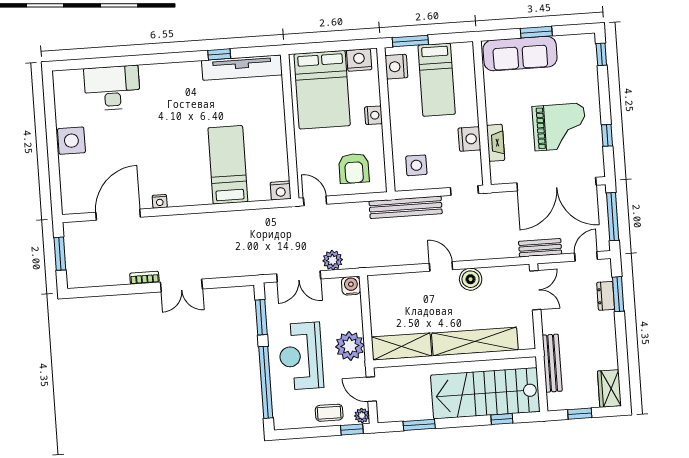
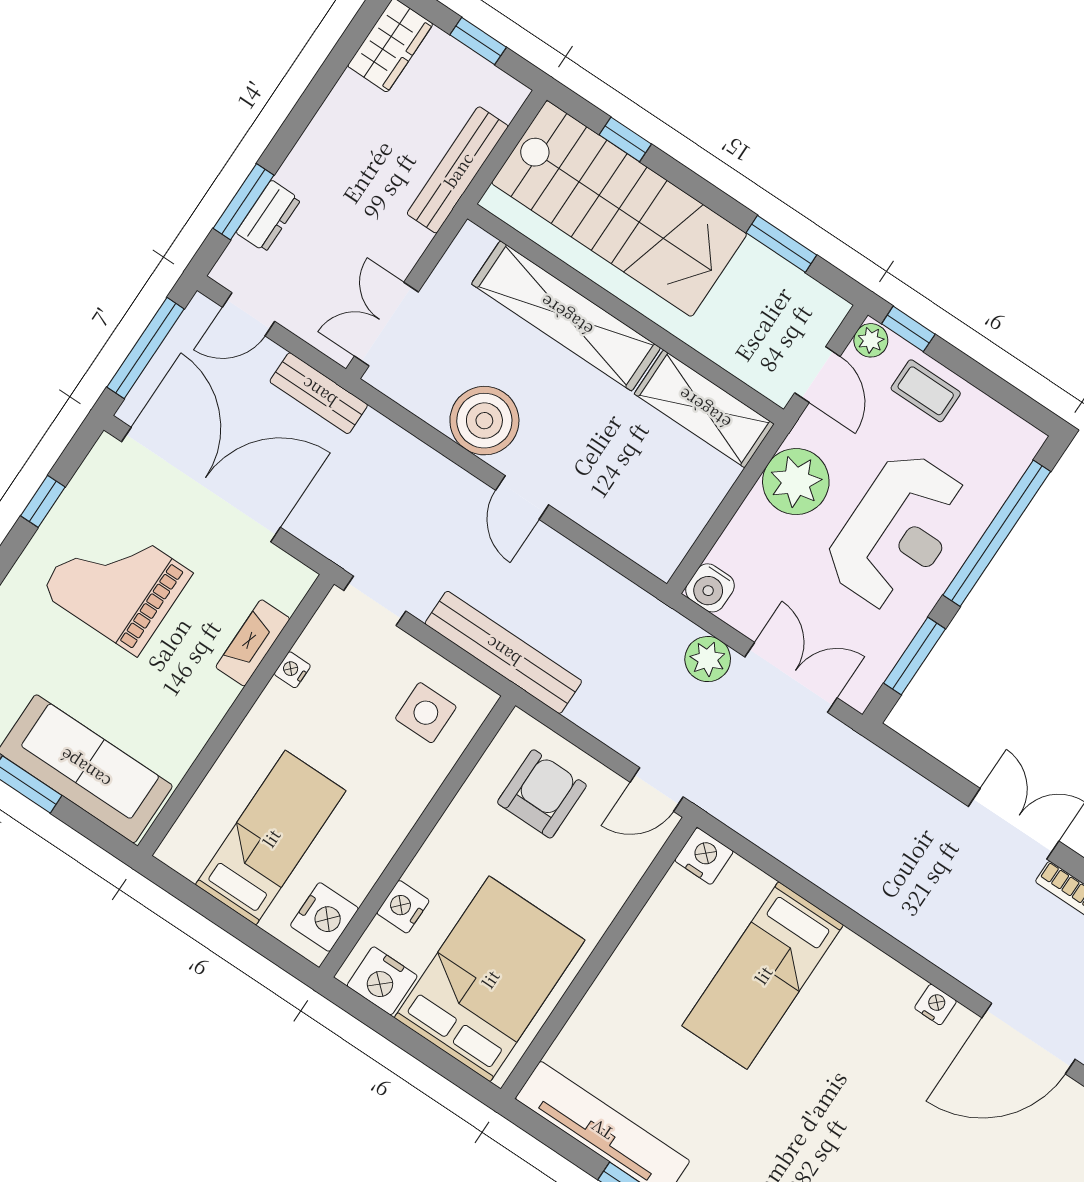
window: (410, 41) -> (264, 944), removed
nightstand: (373, 115) -> (403, 907), moved
nightstand: (469, 139) -> (292, 670), width x0.53, depth x0.56
door: (315, 201) -> (657, 790), hinge flipped
boiler: (471, 279) -> (484, 421), width x1.37, depth x1.37

